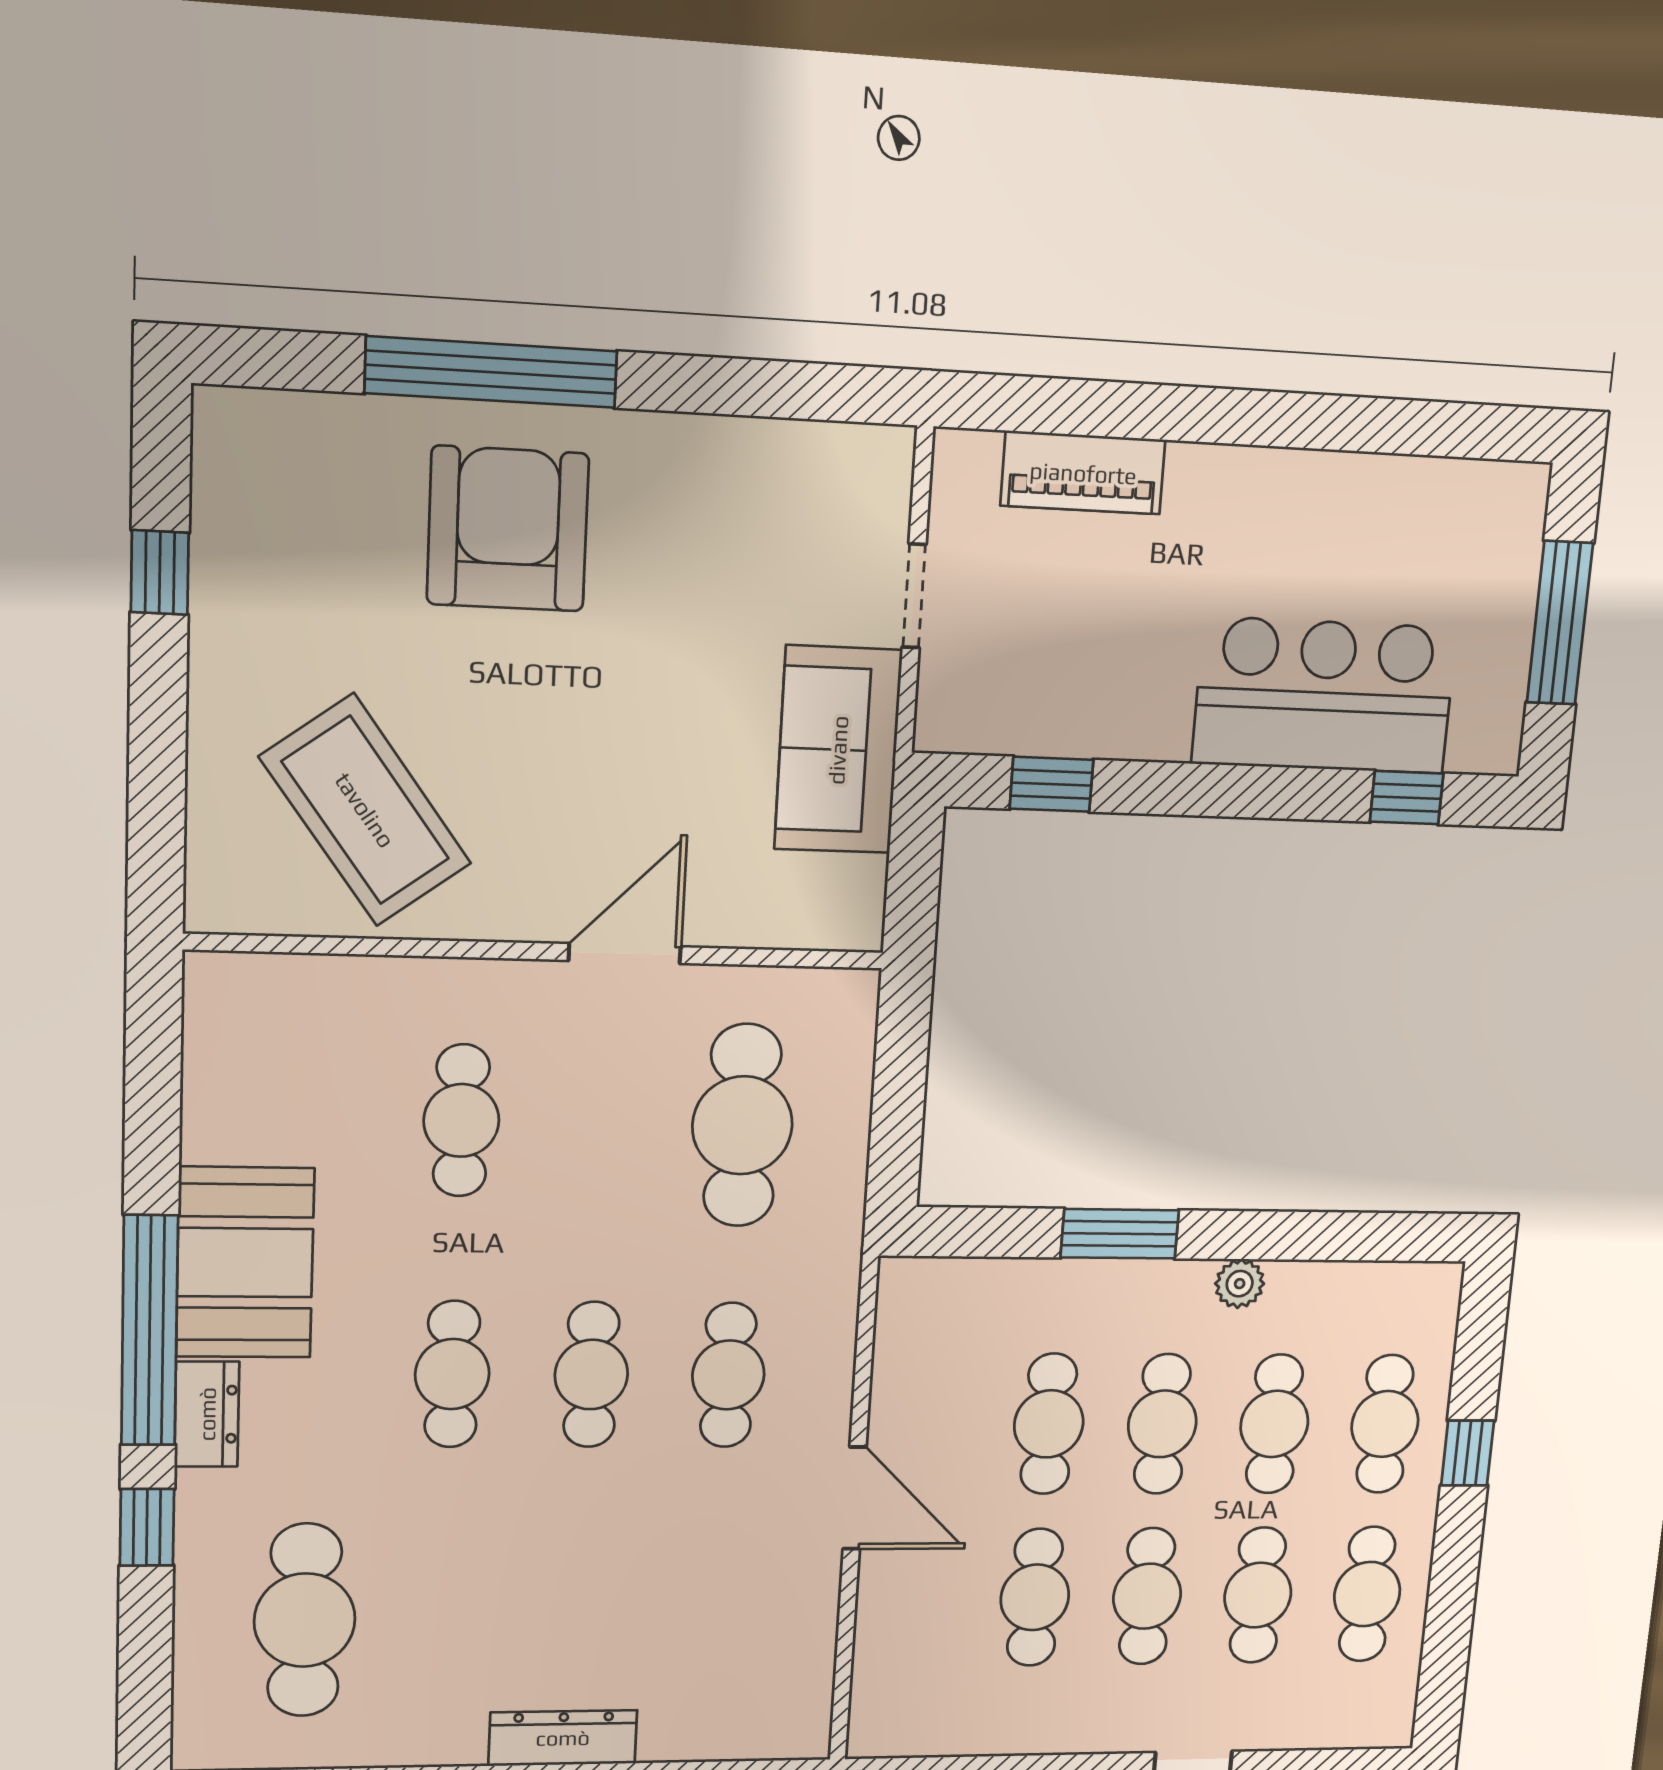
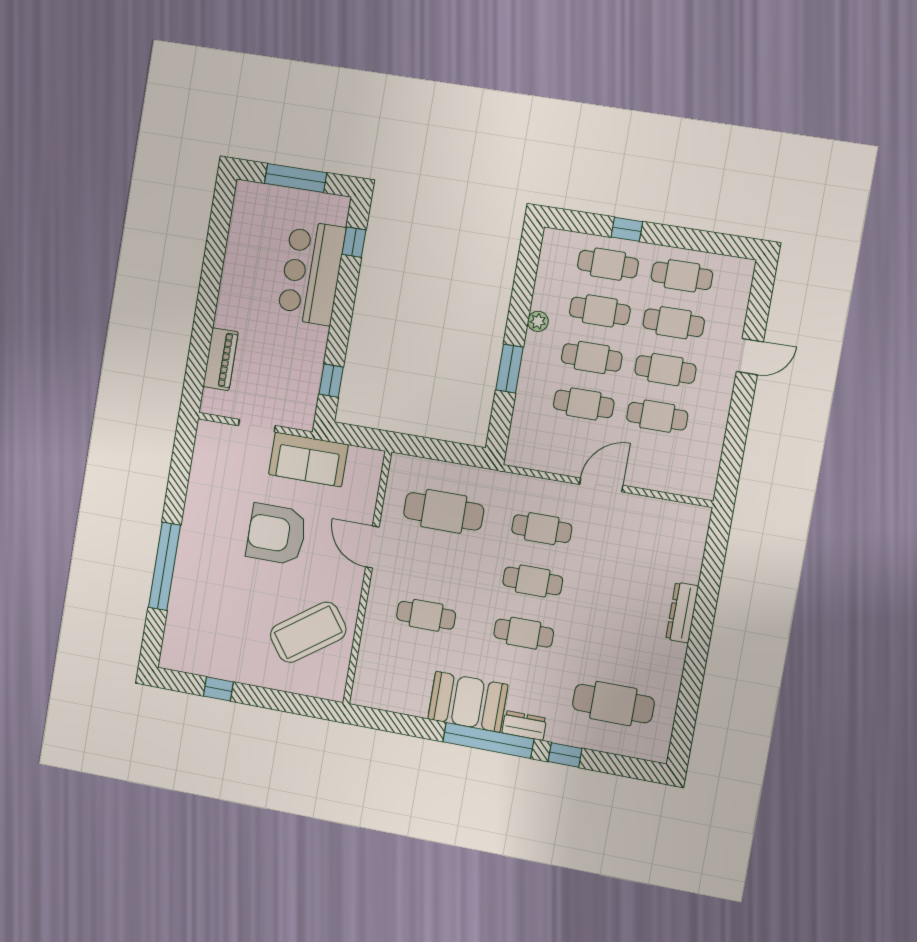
armchair: (508, 529) -> (276, 534), moved

